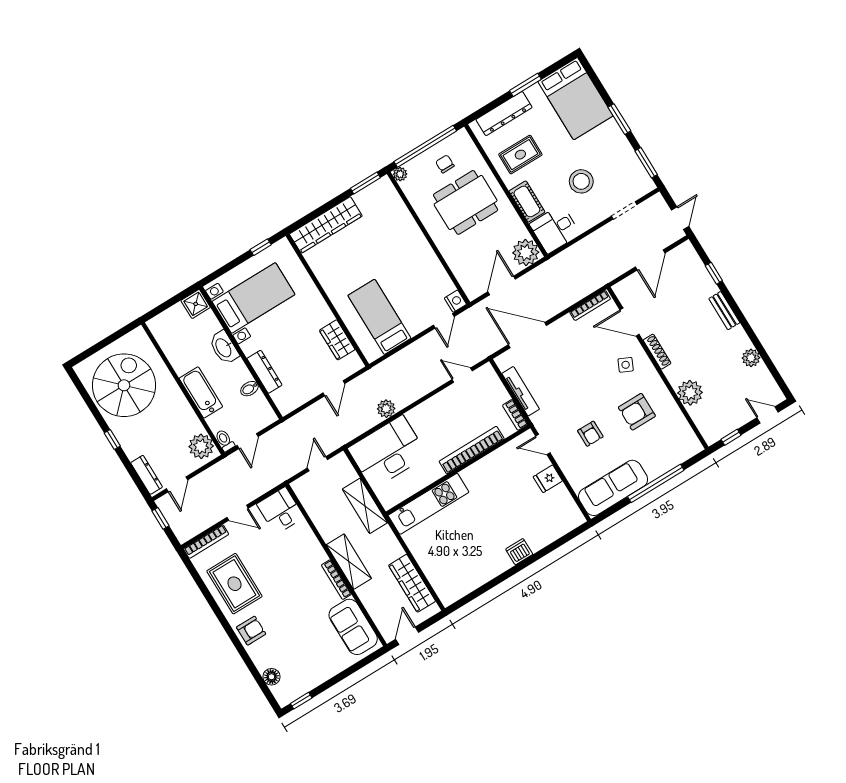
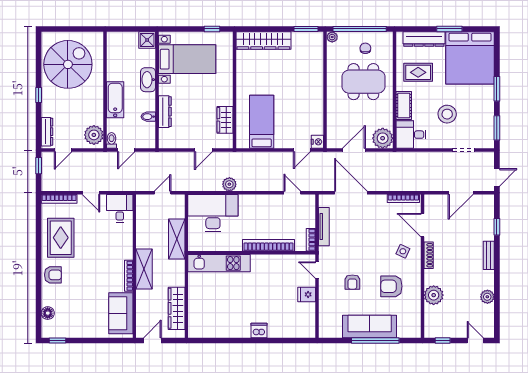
bed: (576, 99) -> (470, 58), width x1.36
sofa: (613, 488) -> (370, 326), moved

